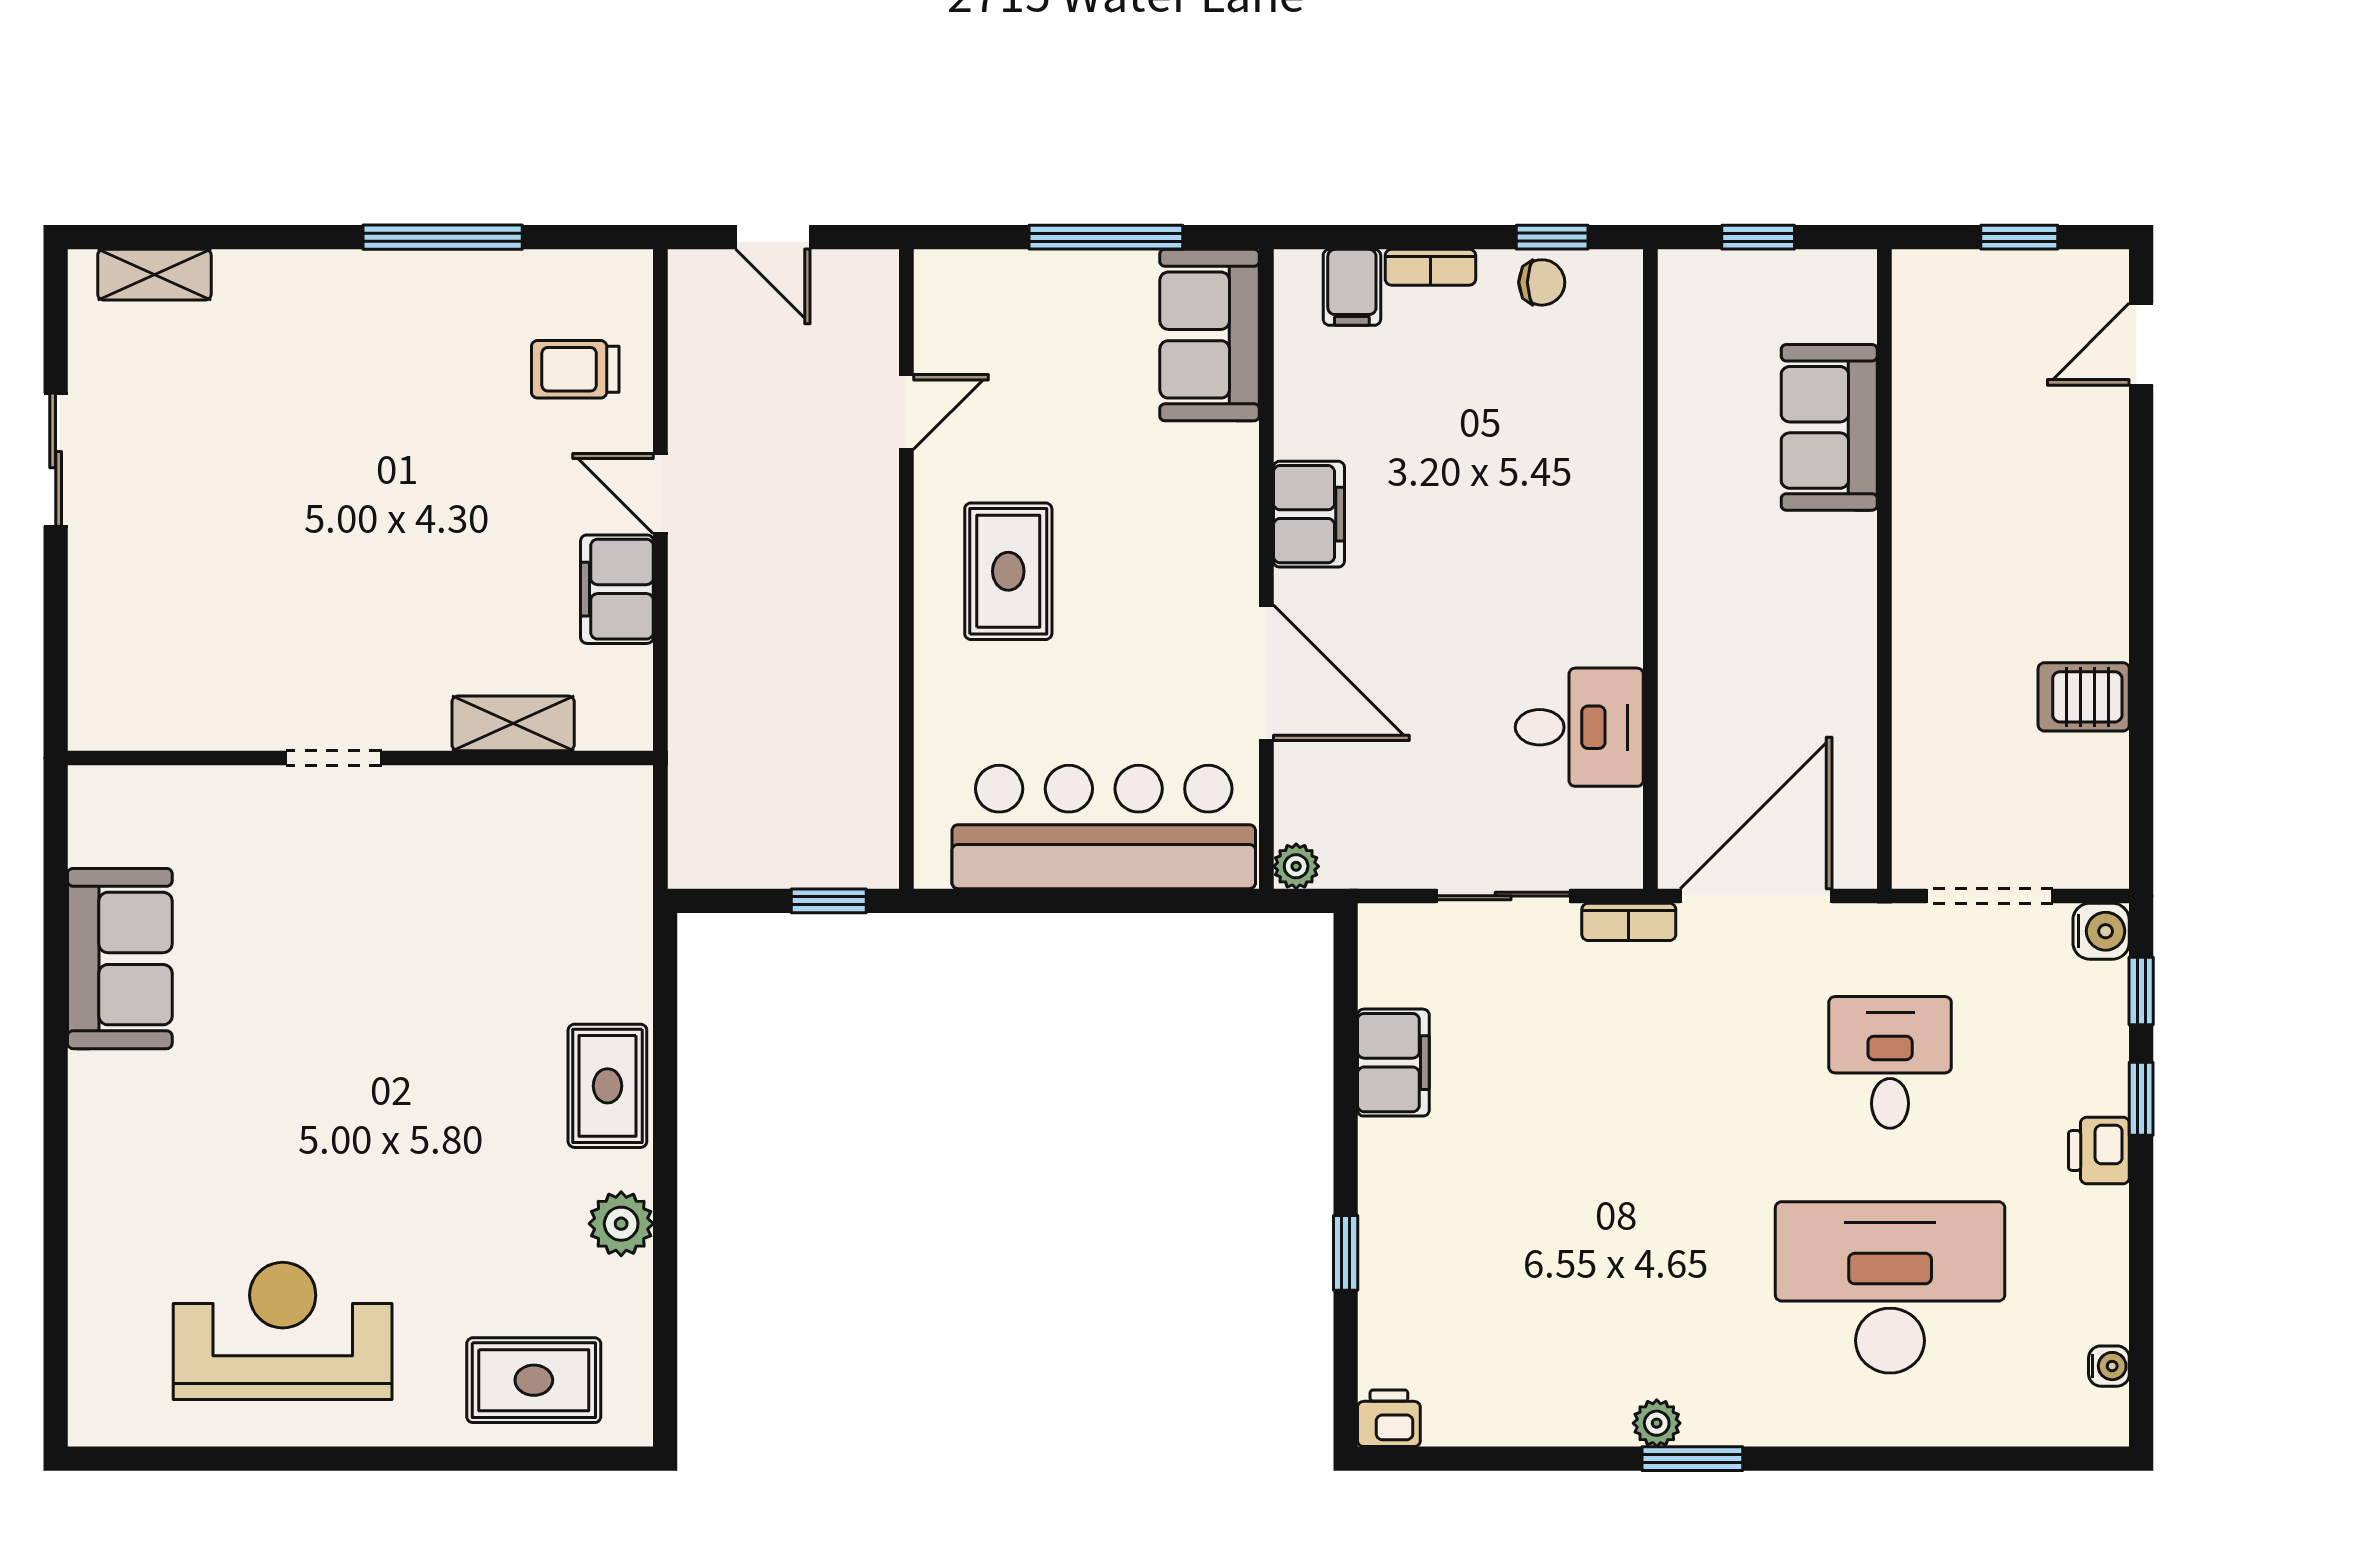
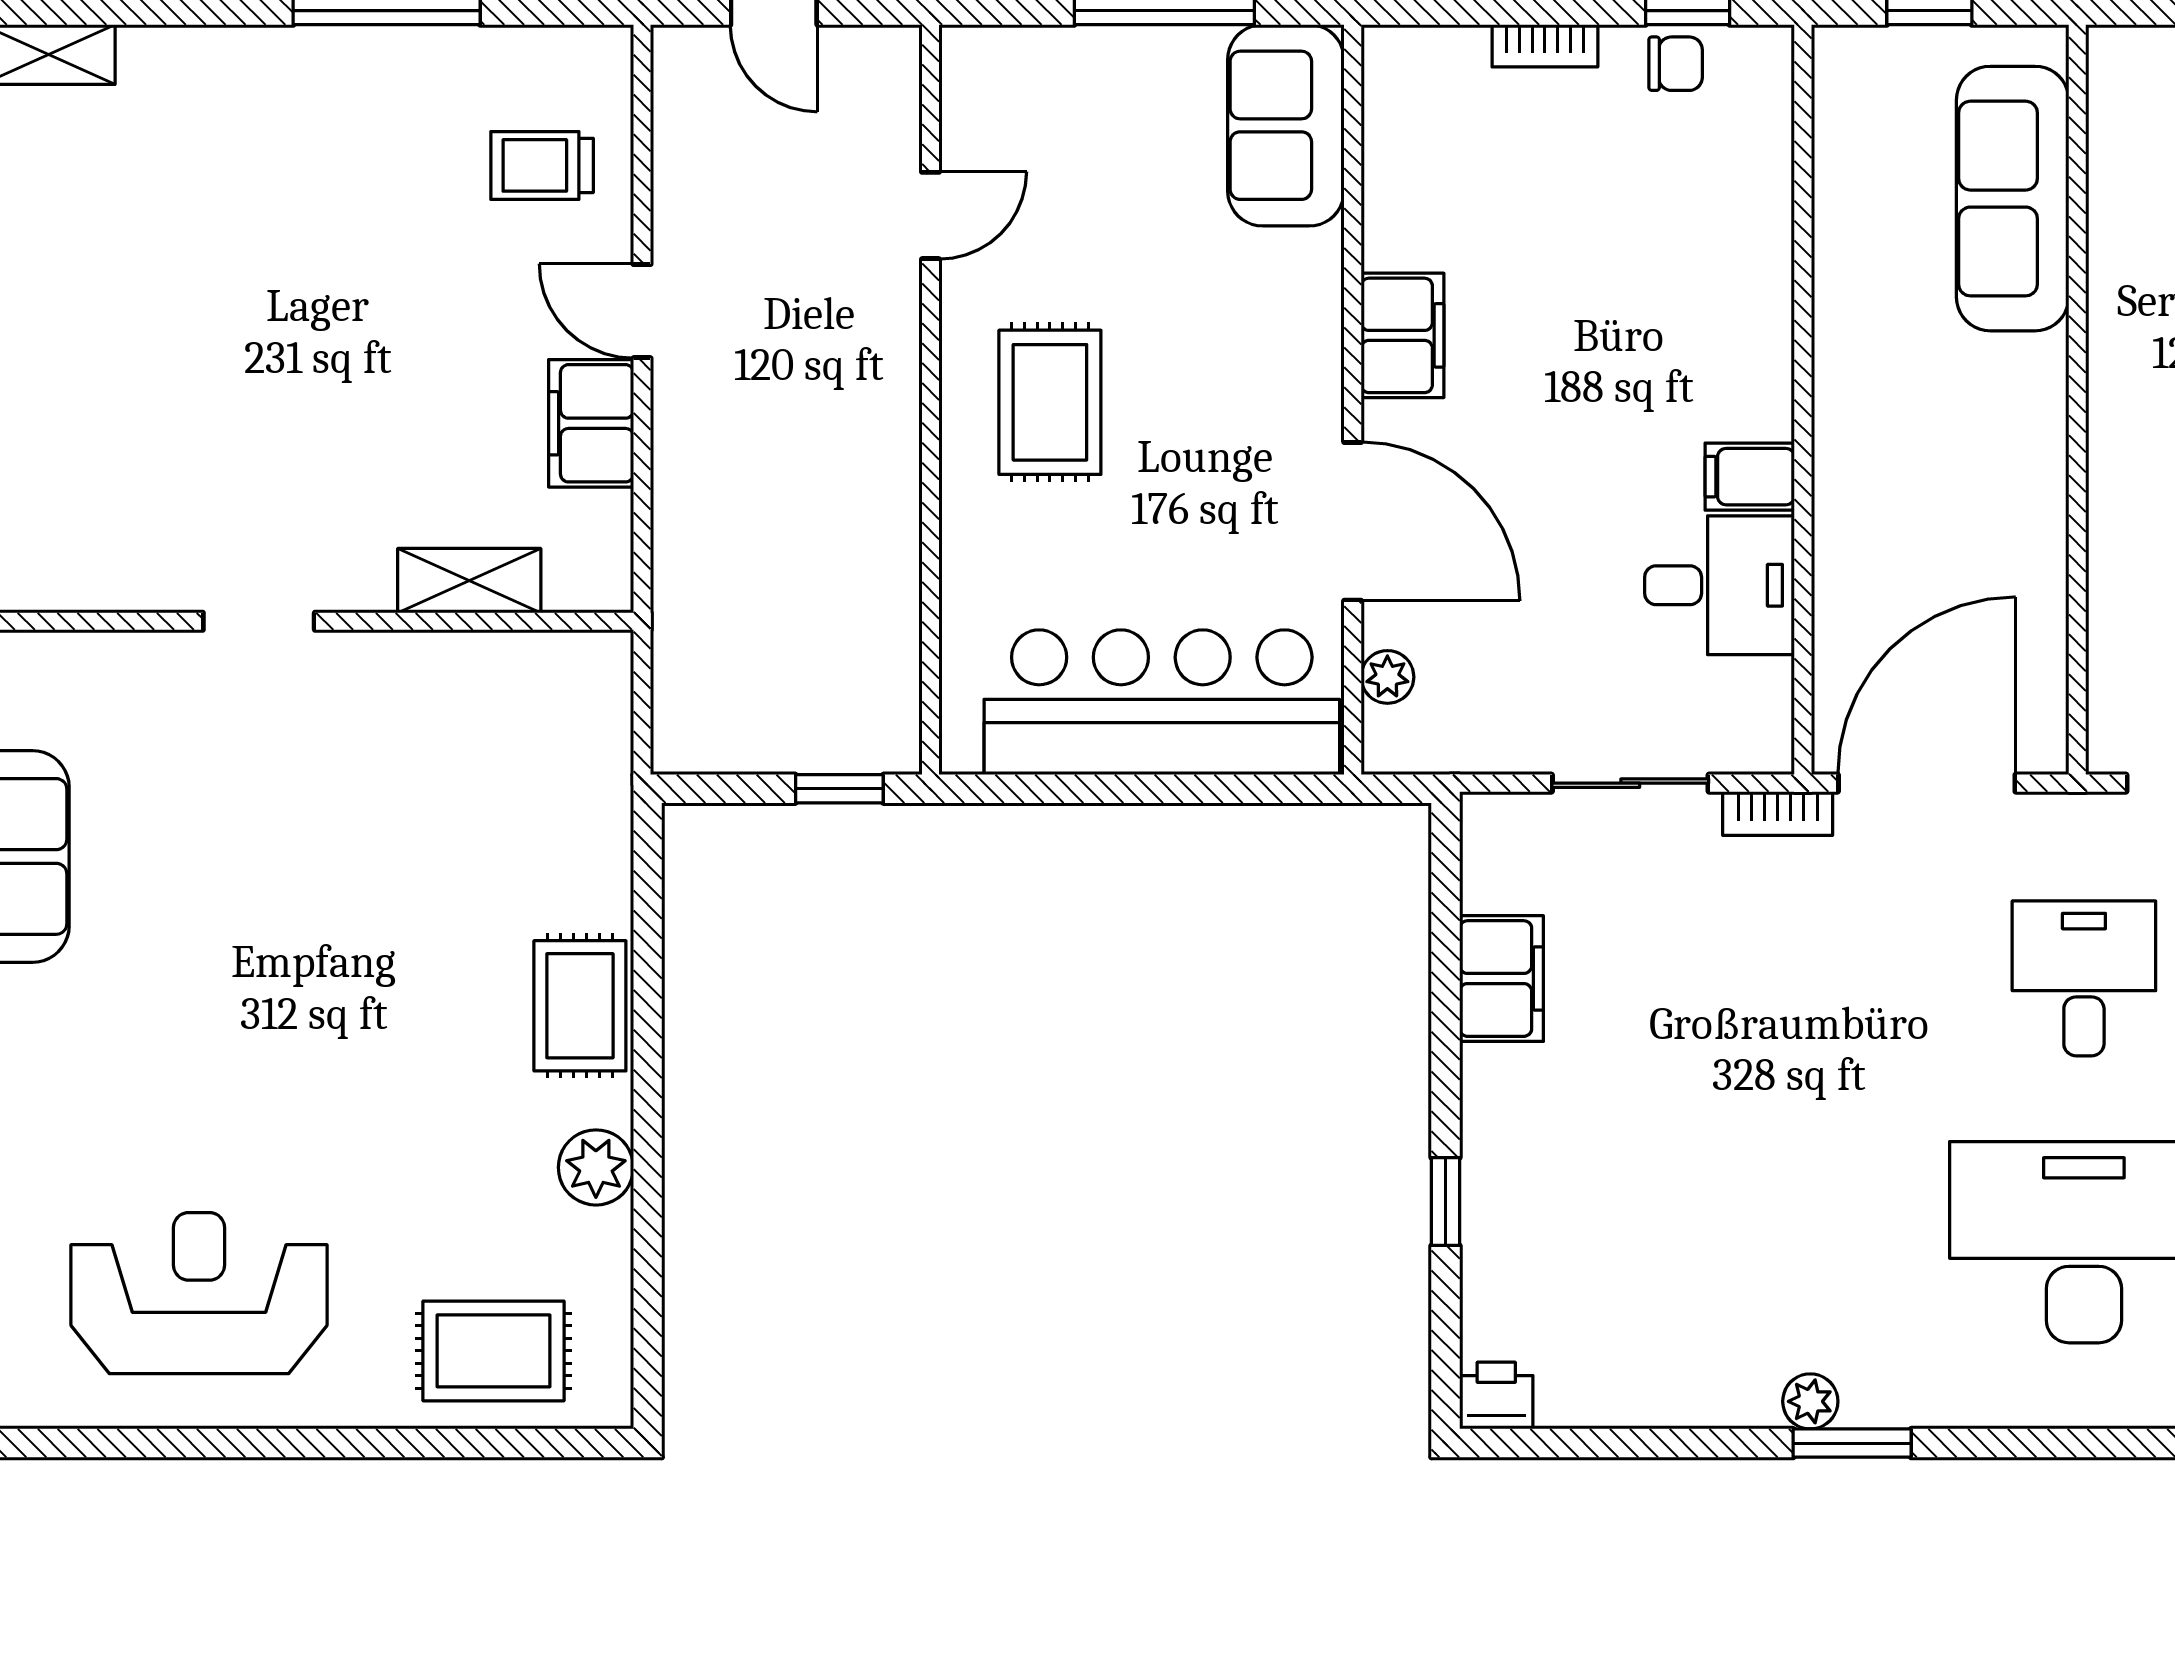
filing cabinet: (1352, 287) -> (1750, 477), moved, turned 90
sofa: (1829, 427) -> (2013, 199), width x1.36
plant: (1296, 866) -> (1387, 677), moved

